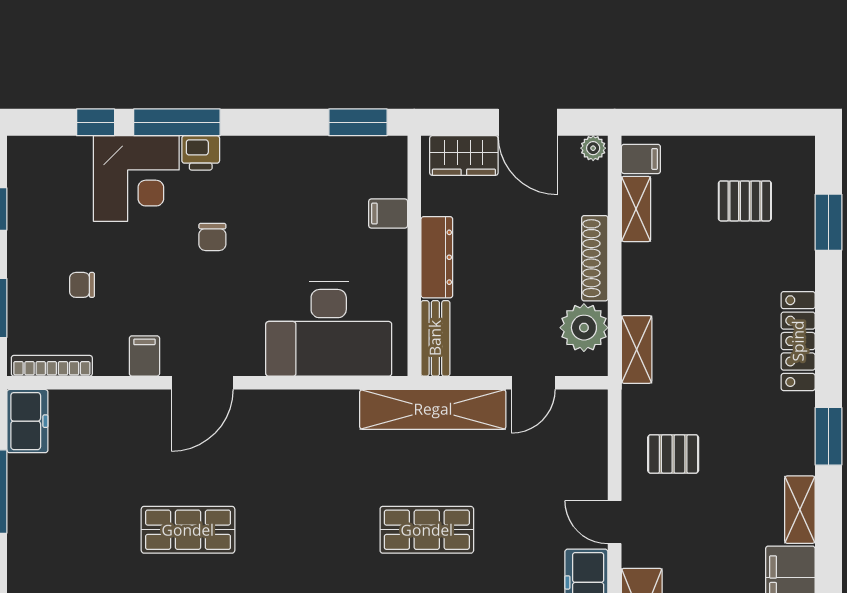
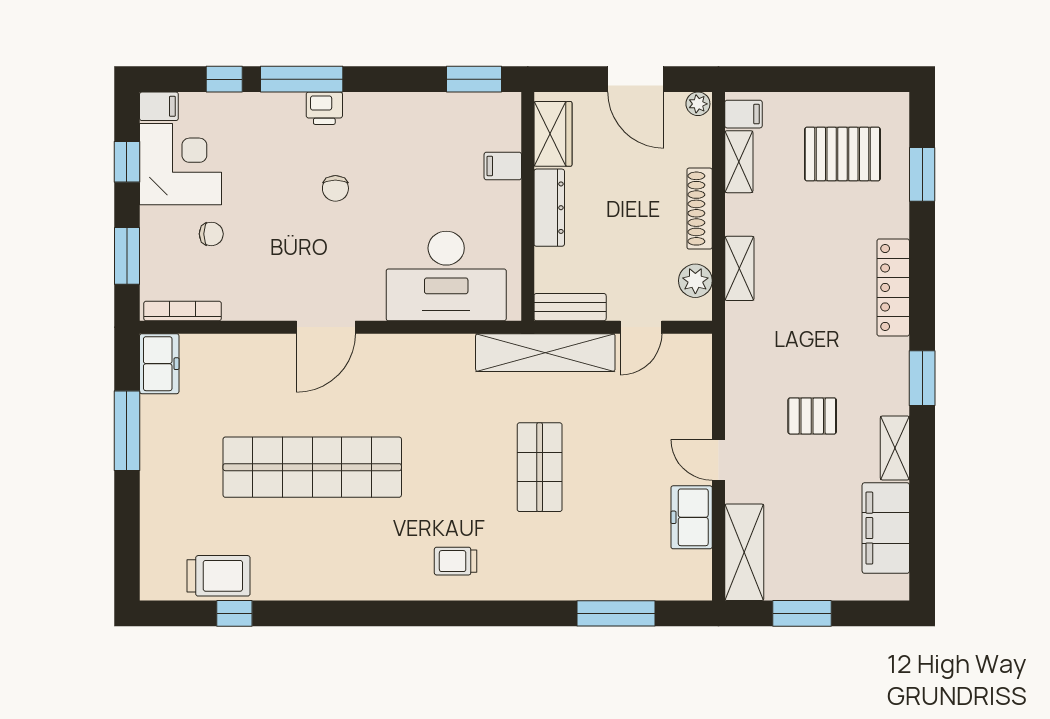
wardrobe: (464, 156) -> (553, 134), moved, turned -90
corner desk: (136, 179) -> (180, 164), moved, turned -90
pallet: (745, 201) -> (842, 154), width x1.50, depth x1.42
chair: (82, 285) -> (211, 234), turned 180
plant: (584, 328) -> (695, 281), width x0.73, depth x0.73
bench: (435, 338) -> (570, 307), moved, turned 90
shelving: (637, 349) -> (739, 268), moved
filing cabinet: (144, 356) -> (159, 106), moved, turned 90
pallet: (673, 454) -> (812, 416), moved
shop shelf: (188, 530) -> (312, 467), width x2.00, depth x1.36
shop shelf: (427, 530) -> (540, 467), turned 90

